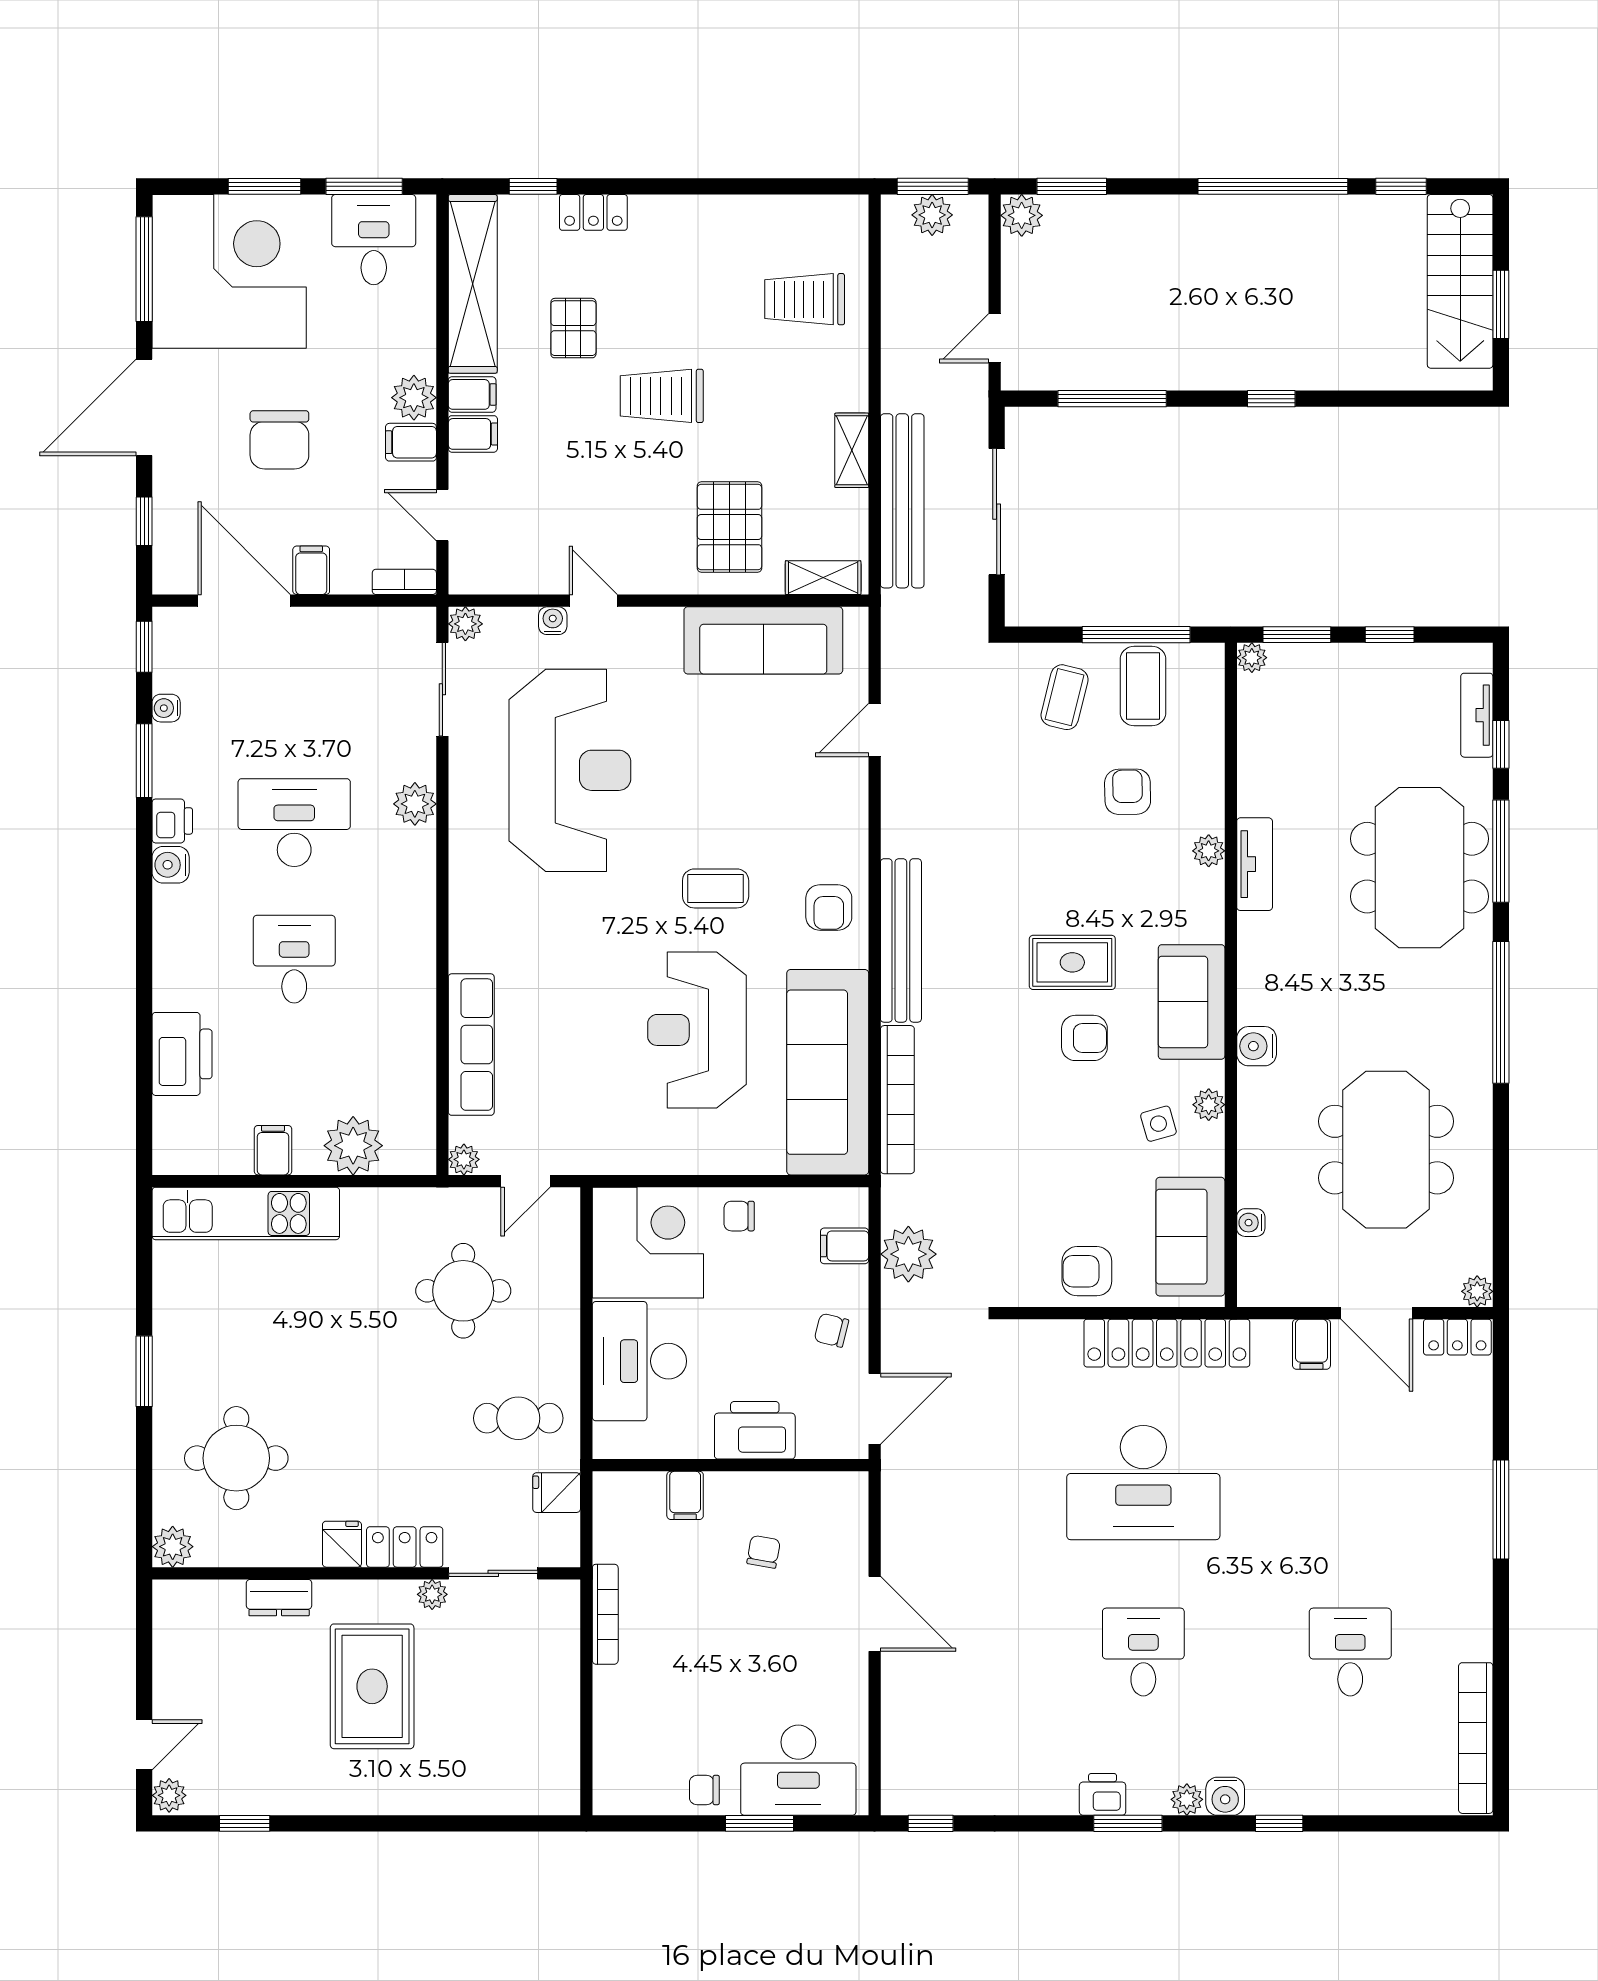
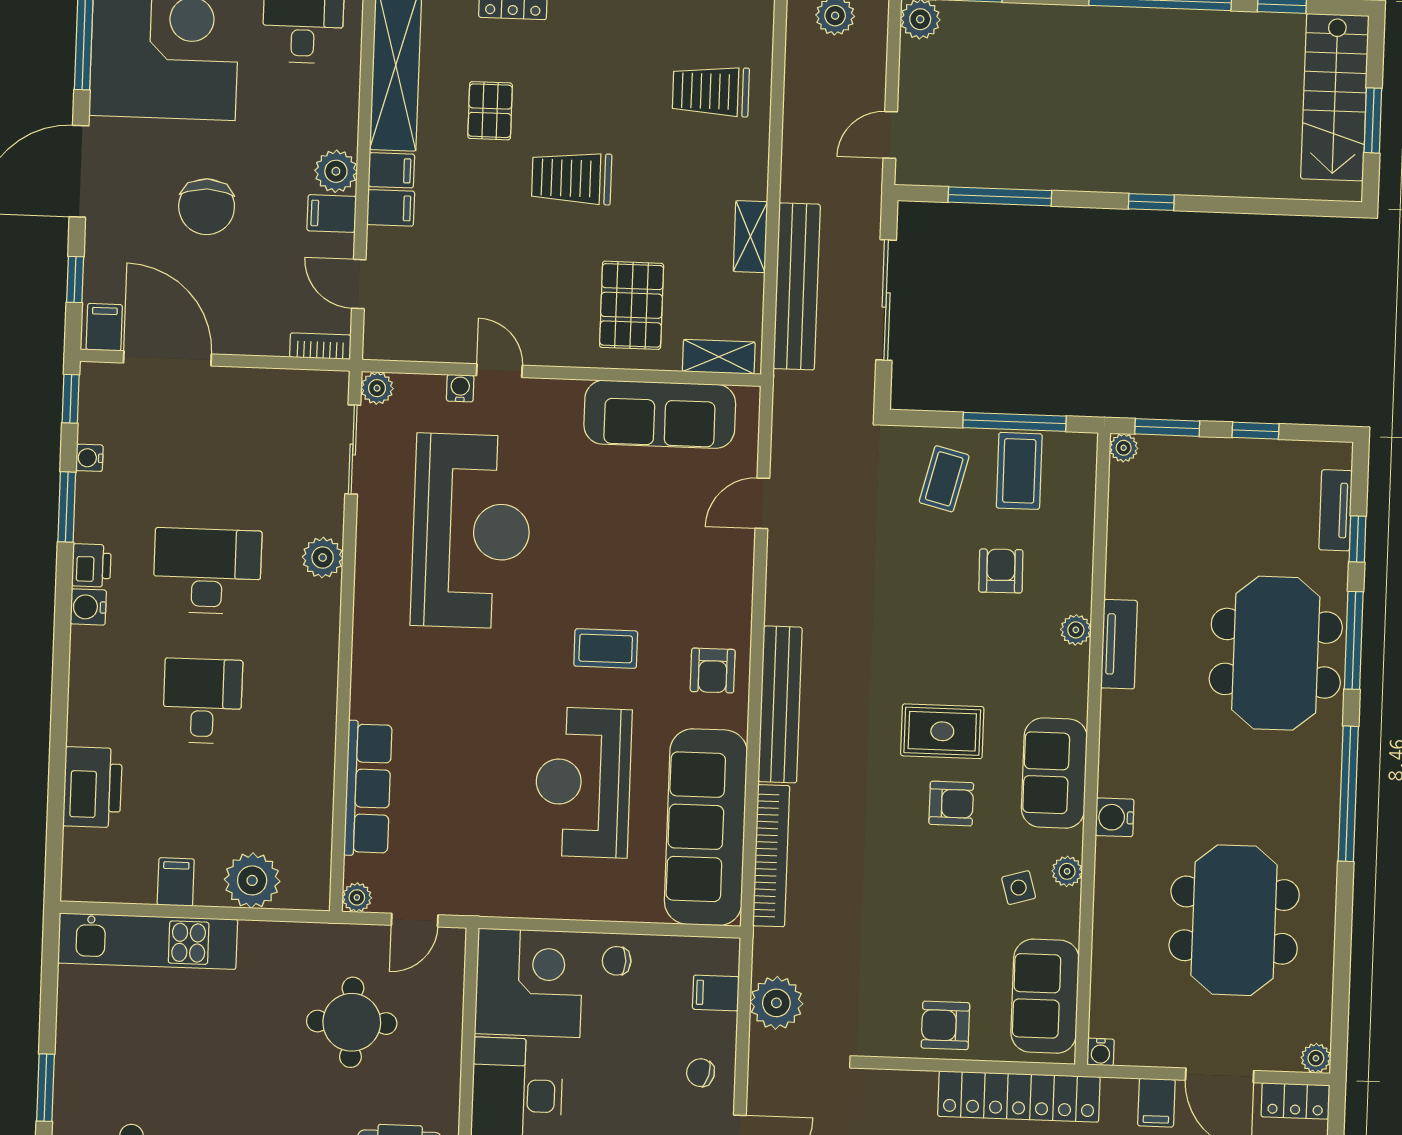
filing cabinet: (311, 570) -> (104, 327), moved
water cooler: (1251, 1223) -> (1101, 1052), moved, turned -90

